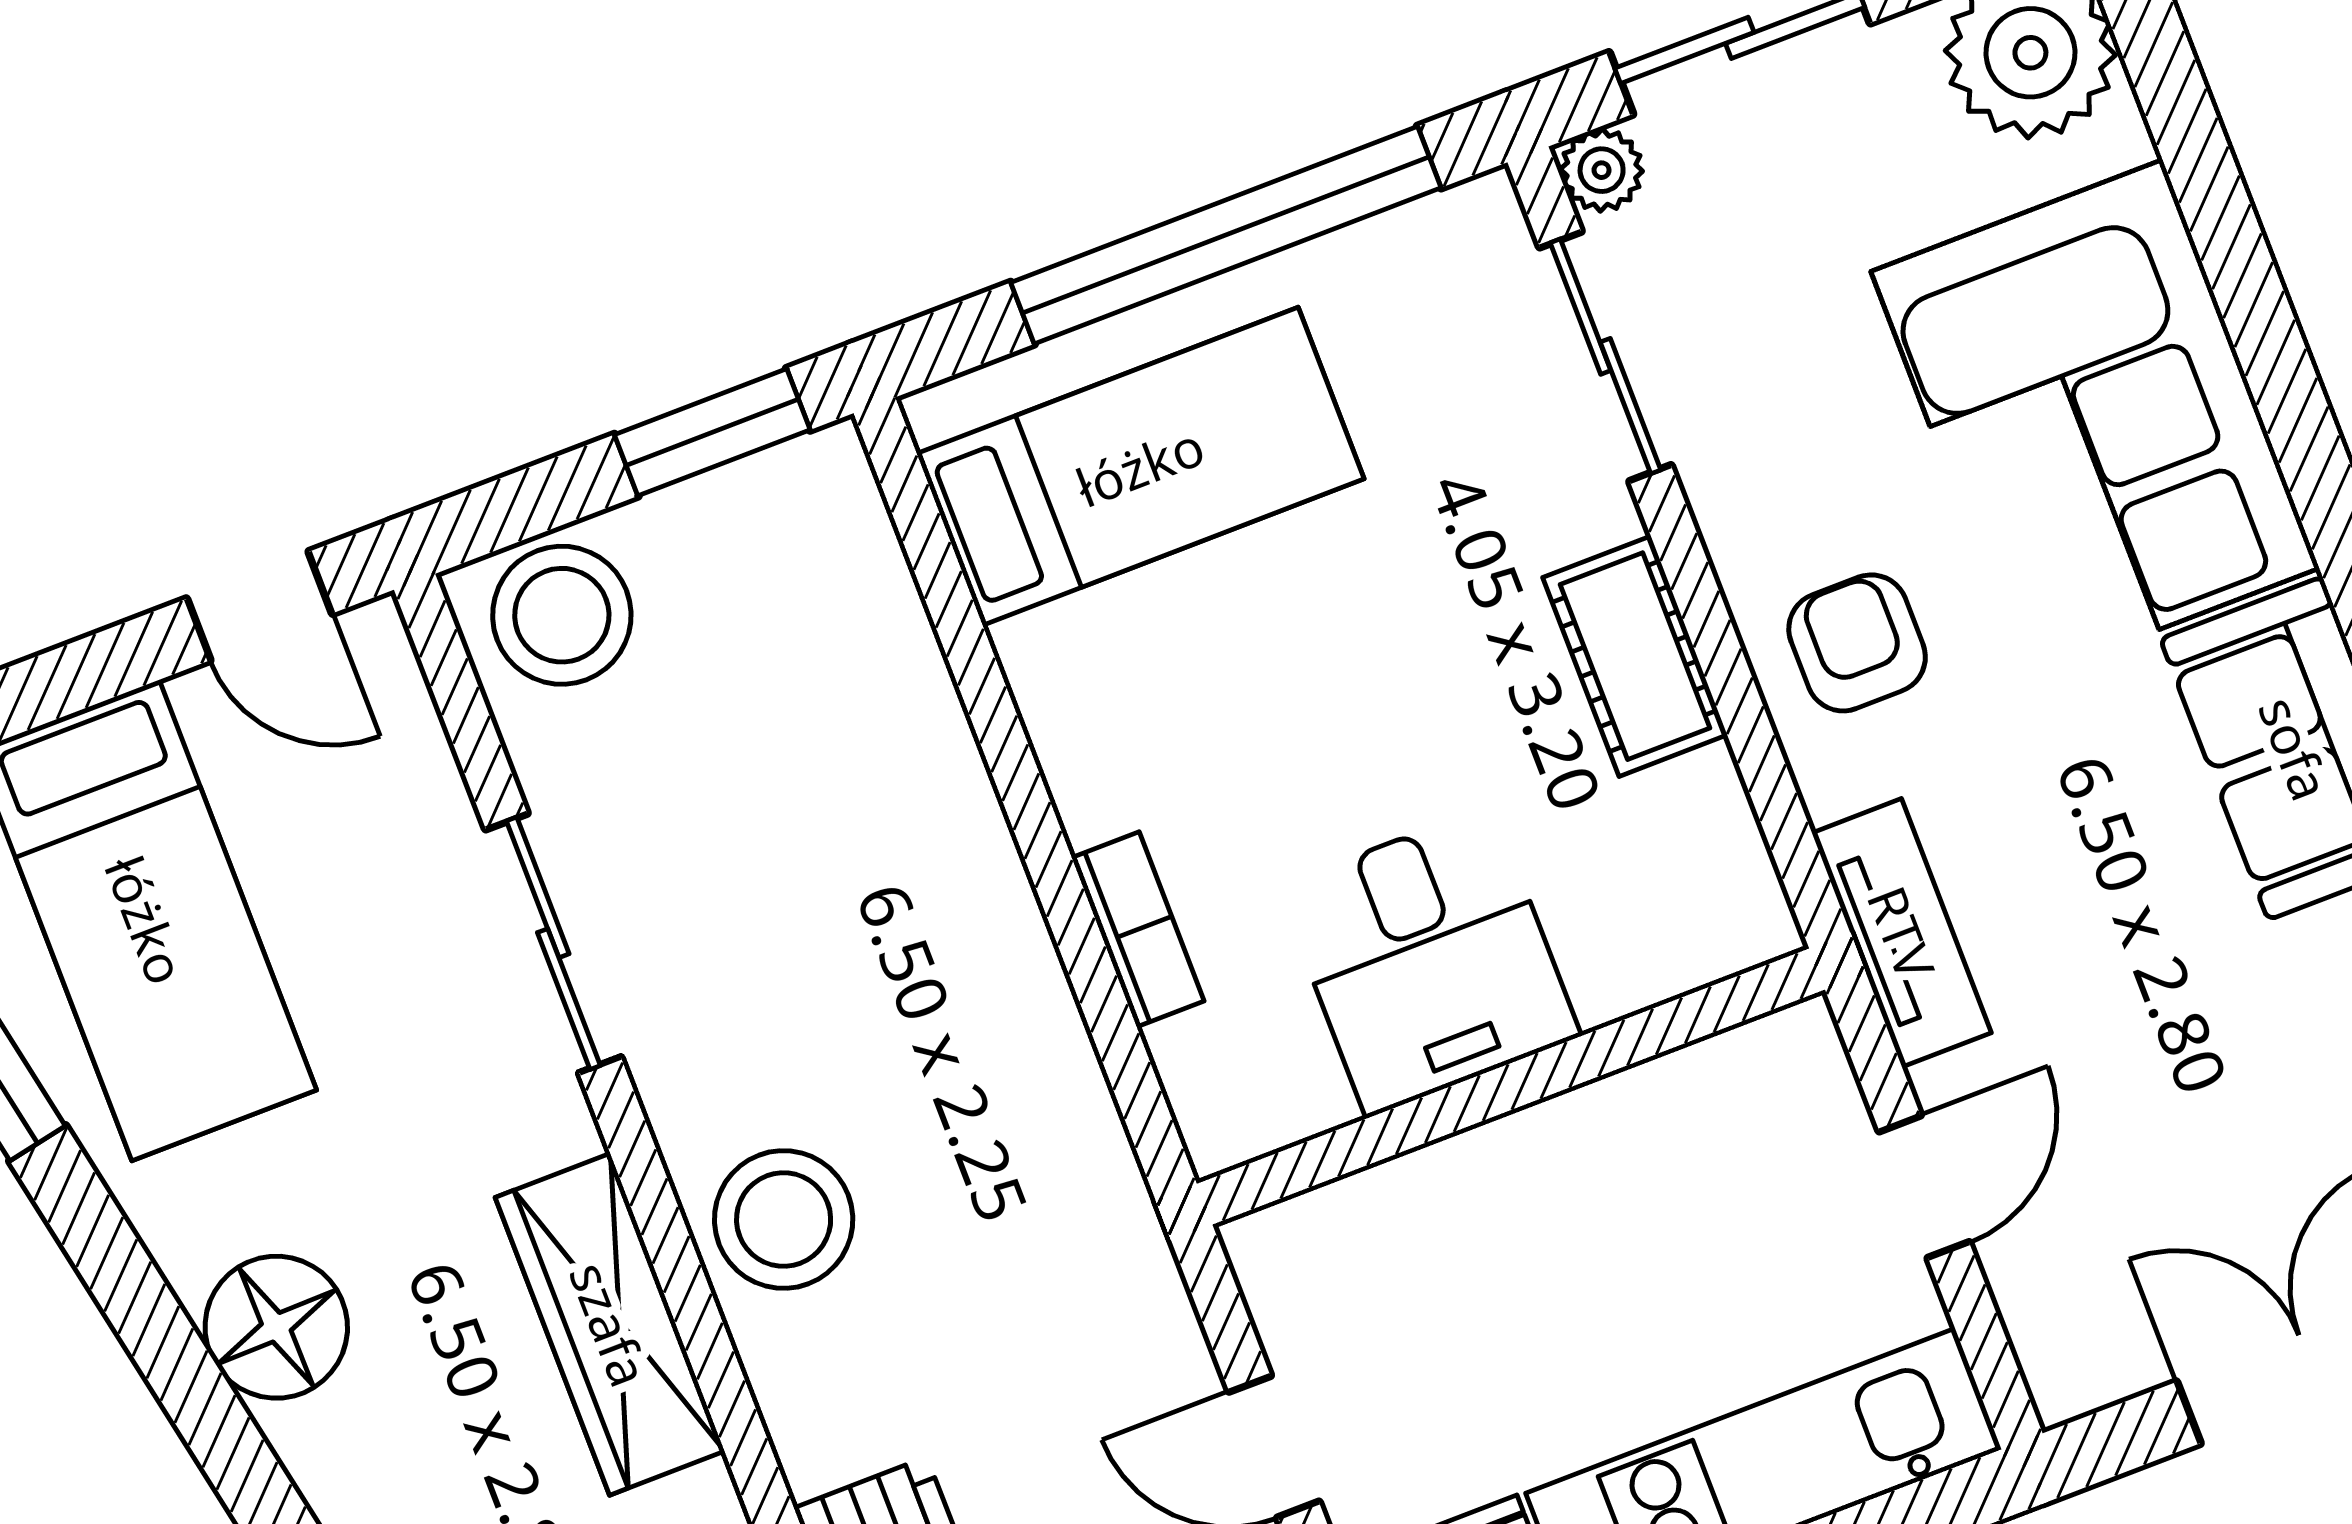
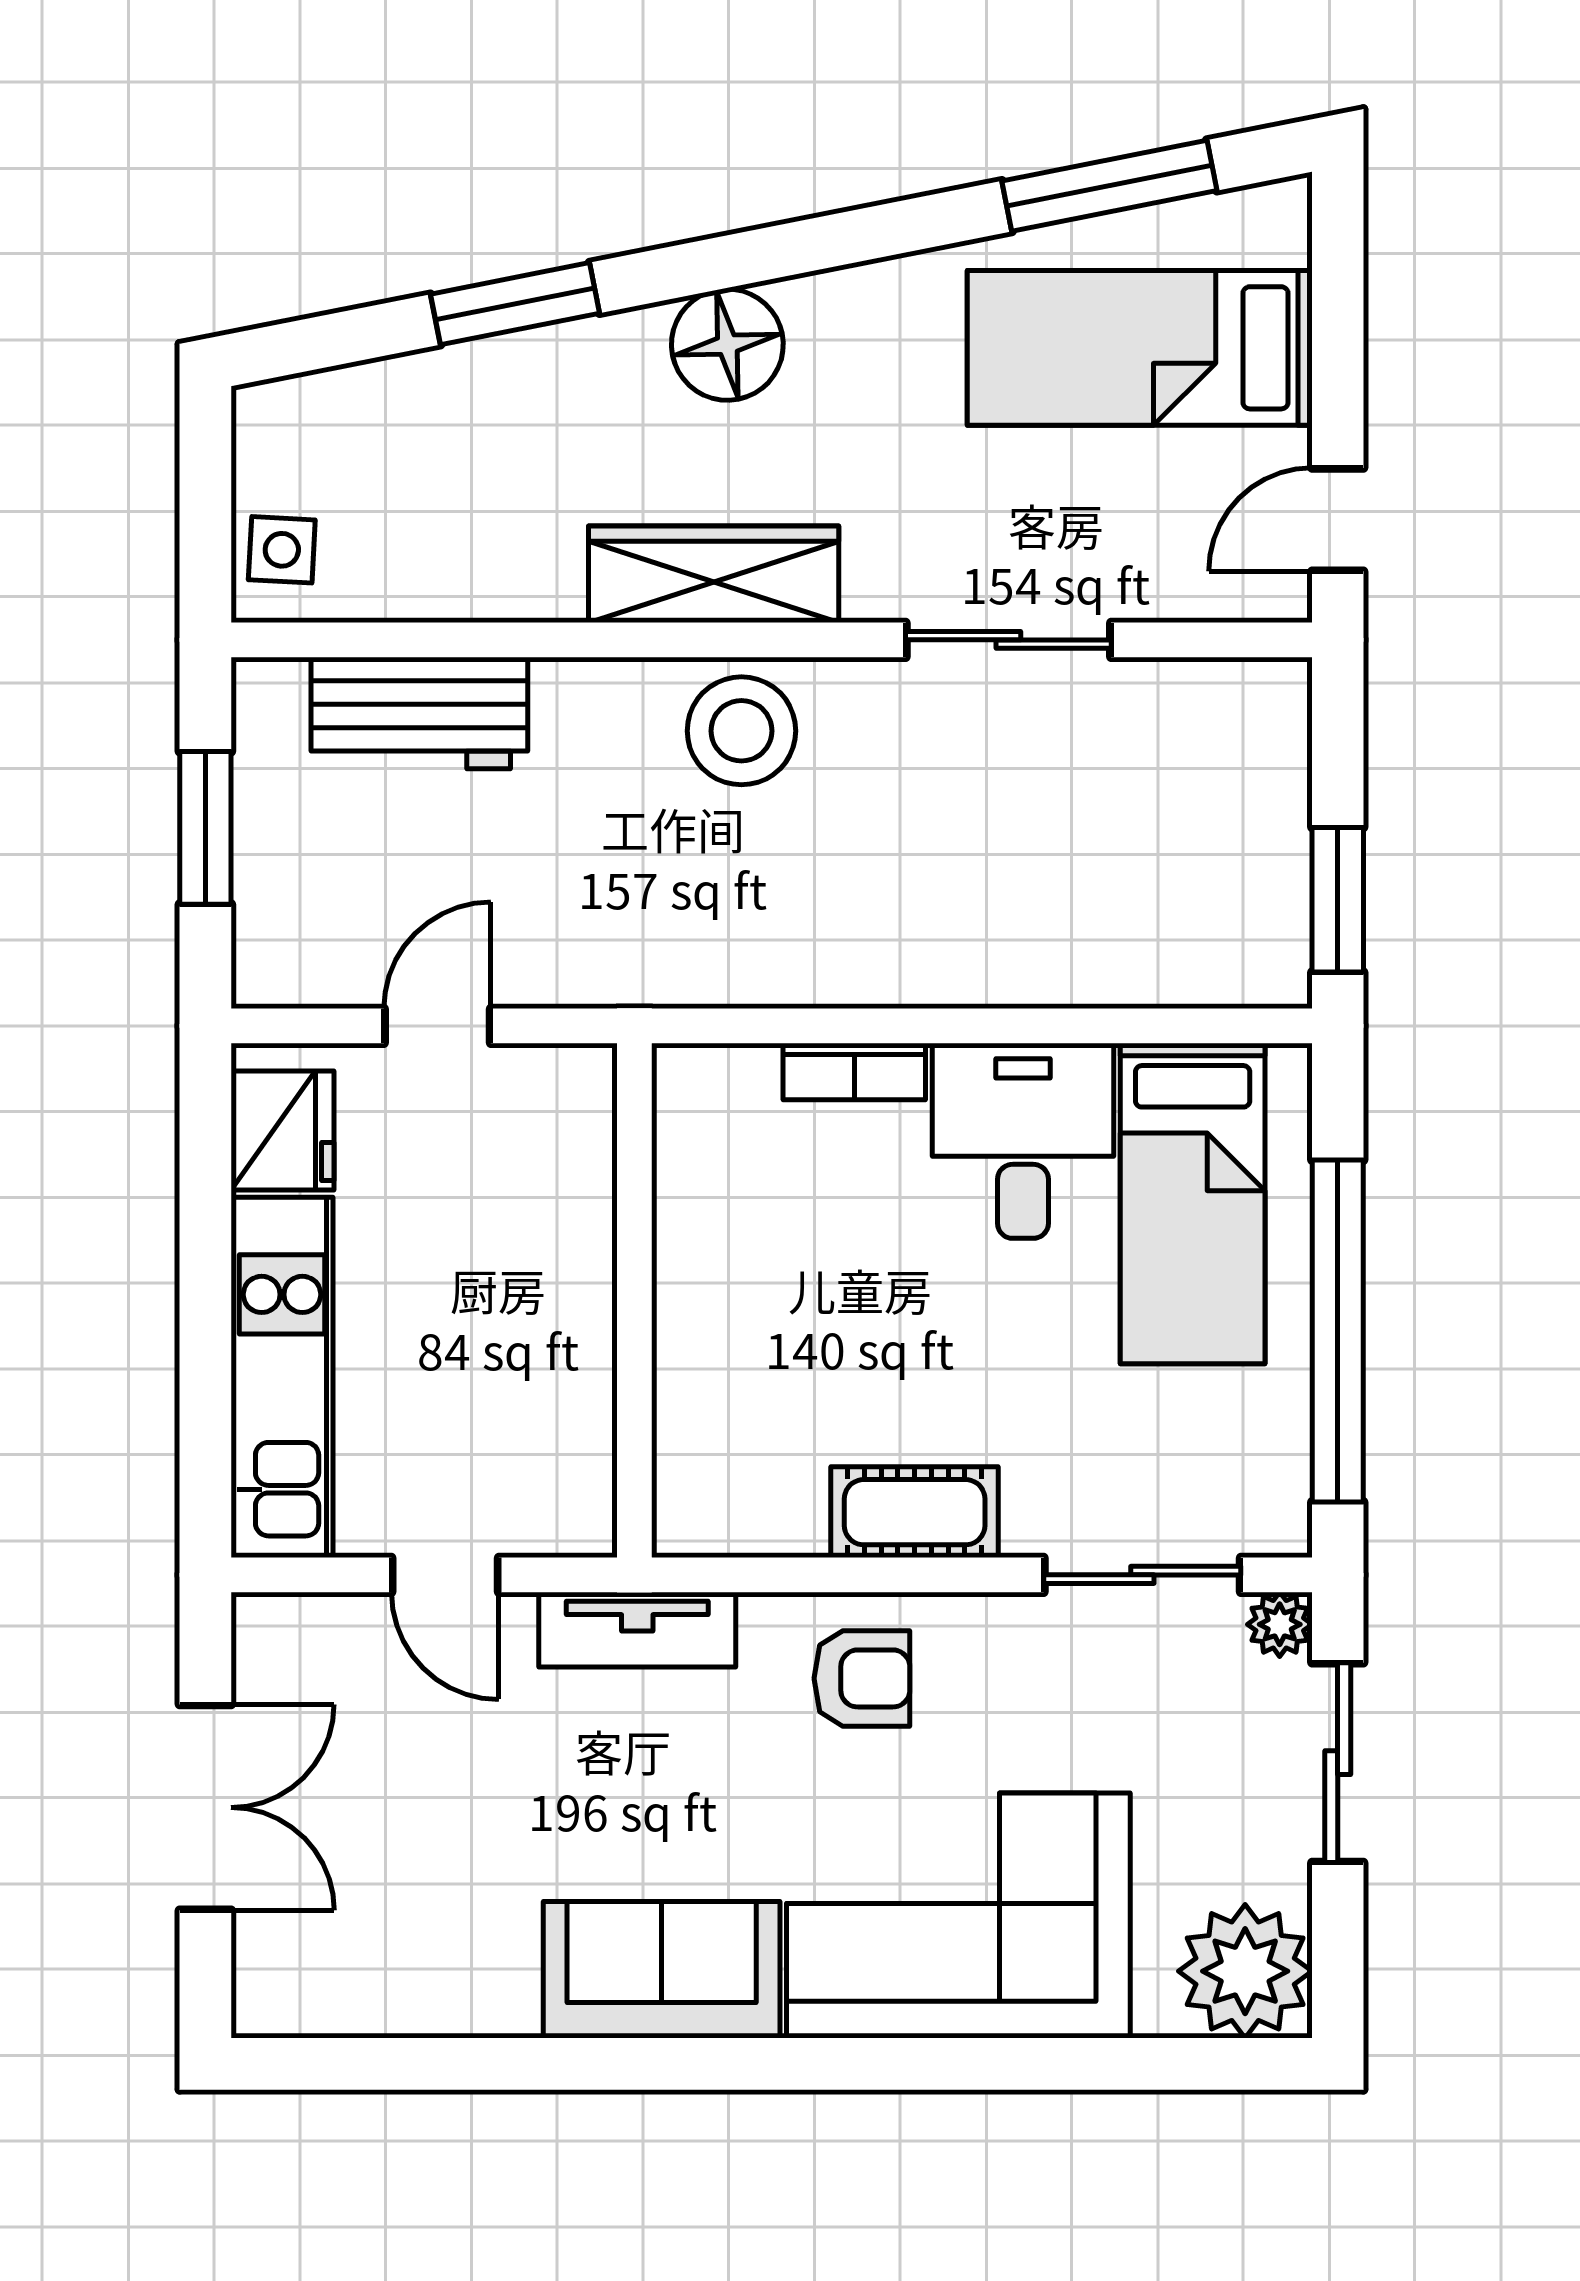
stool: (562, 615) -> (1246, 738), removed
desk: (1429, 961) -> (1023, 1141), moved, turned 90
floor lamp: (276, 1327) -> (727, 345), moved

